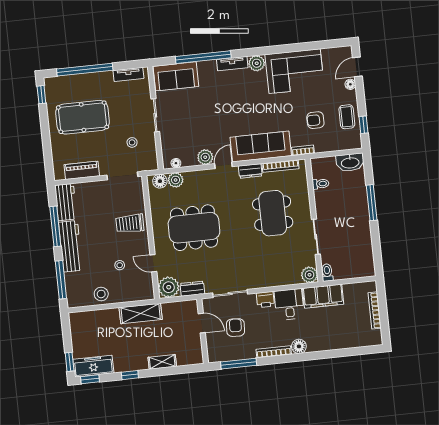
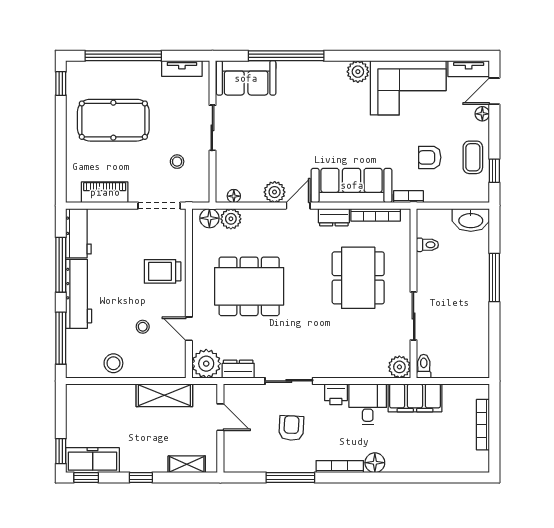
tv unit: (232, 64) -> (469, 69), moved
door: (202, 323) -> (220, 417), moved
wall: (203, 331) -> (220, 428), moved

